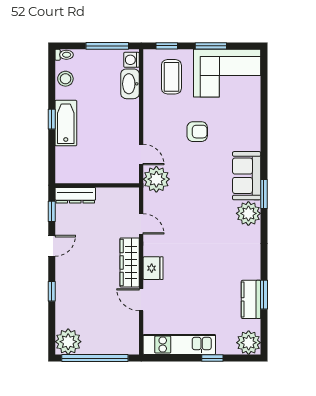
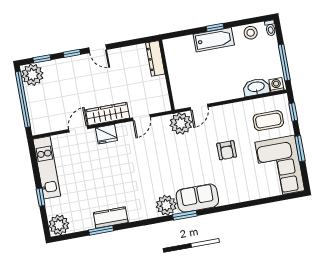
window: (52, 211) -> (42, 59), moved
door: (52, 246) -> (98, 49), moved
kitchen counter: (251, 299) -> (111, 218), moved

